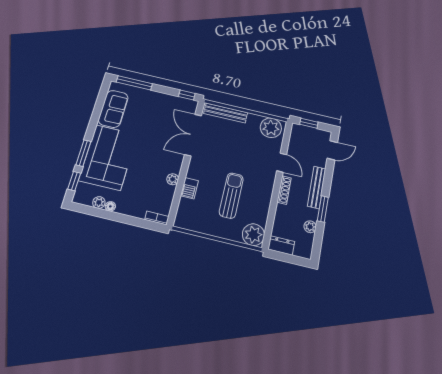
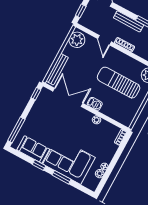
double door: (193, 135) -> (68, 97), swing flipped
door: (282, 163) -> (105, 40), swing flipped
window: (74, 181) -> (39, 165), moved
barbecue: (189, 188) -> (95, 104), moved
sun lounger: (231, 195) -> (119, 83), width x1.36, depth x1.34

